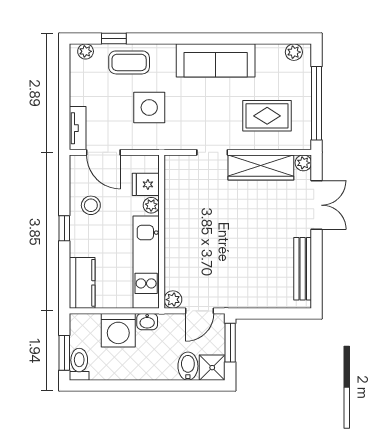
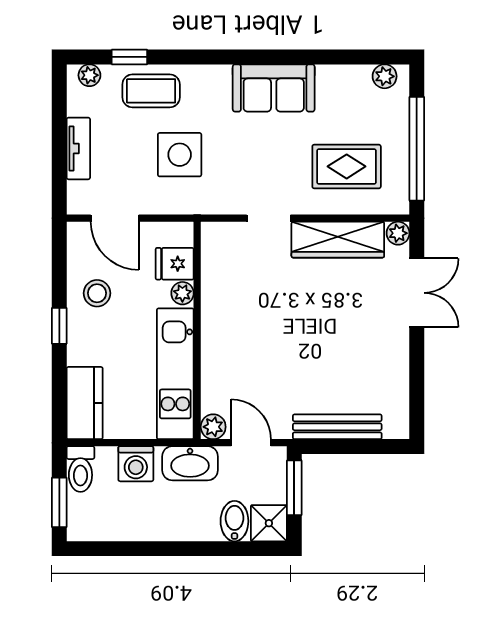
sofa: (216, 60) -> (274, 88), width x0.73
tv unit: (78, 128) -> (78, 148), moved
bench: (303, 269) -> (337, 427), moved, turned 90
door: (200, 311) -> (251, 443), swing flipped
washbasin: (147, 322) -> (190, 463), width x1.91, depth x1.45
washing machine: (118, 330) -> (136, 464), width x0.73, depth x0.73
toilet: (79, 364) -> (80, 469), moved, turned 180

